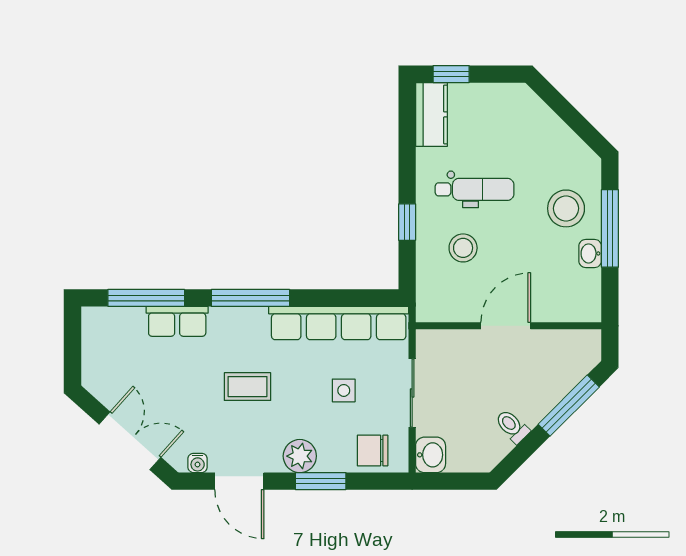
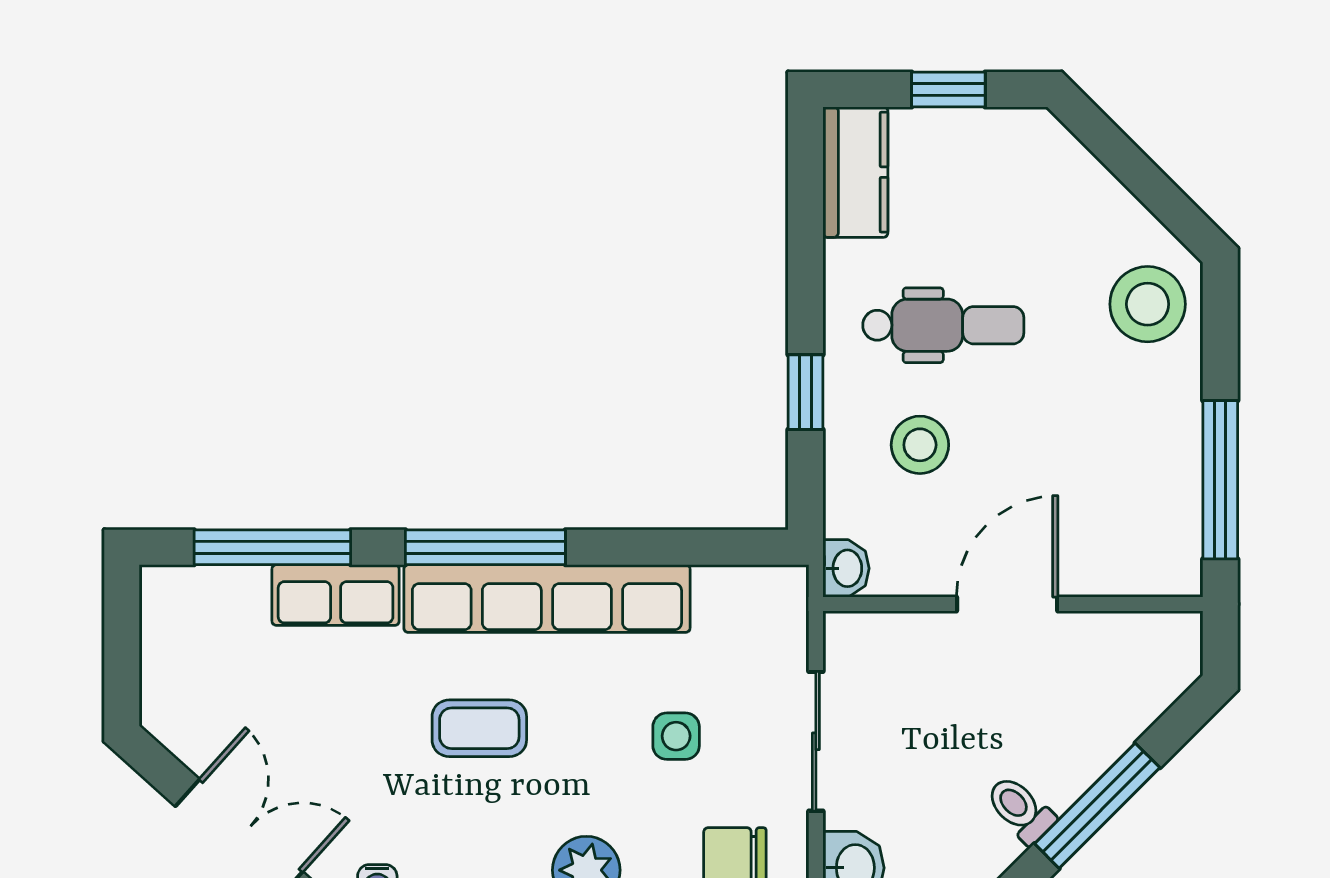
window: (451, 74) -> (948, 90), moved
stool: (566, 208) -> (1148, 304), moved
window: (610, 228) -> (1220, 480), moved
washbasin: (590, 253) -> (846, 568), moved, turned 180
row of seats: (339, 323) -> (547, 599), moved
window: (569, 406) -> (1097, 806), moved

